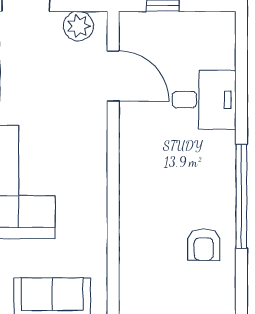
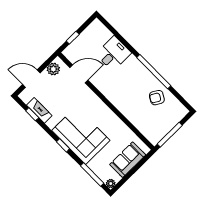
armchair: (204, 245) -> (157, 98), turned 121

